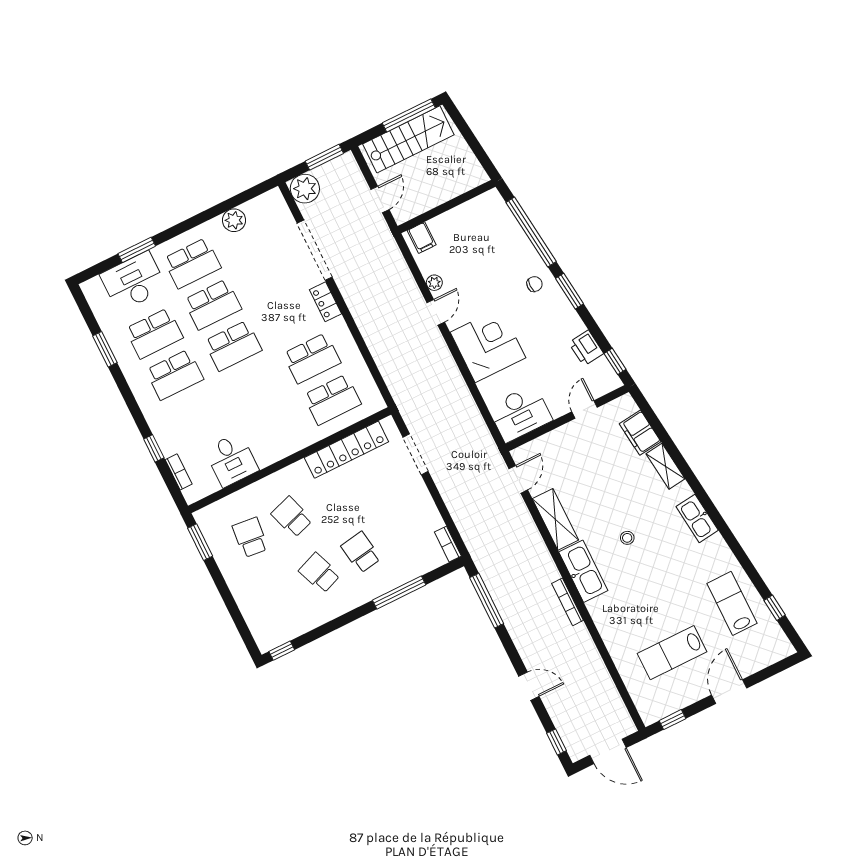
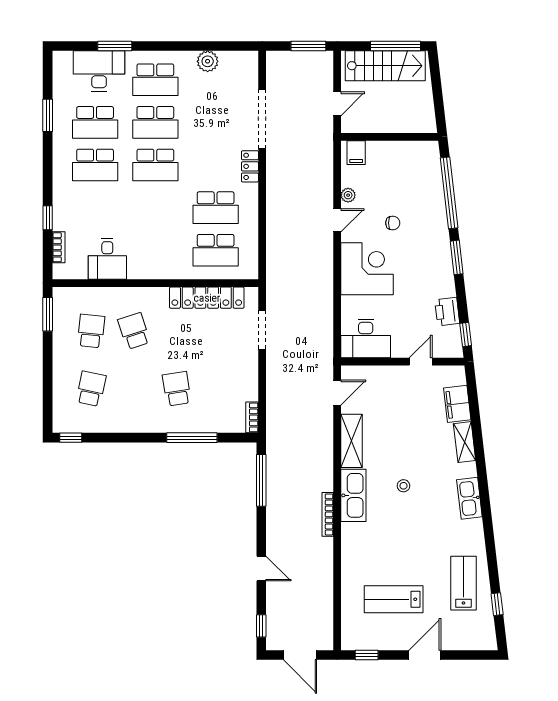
plant: (305, 189) -> (279, 64), removed
chair: (534, 284) -> (393, 223), moved
school desk: (319, 573) -> (91, 389), moved, turned 33

